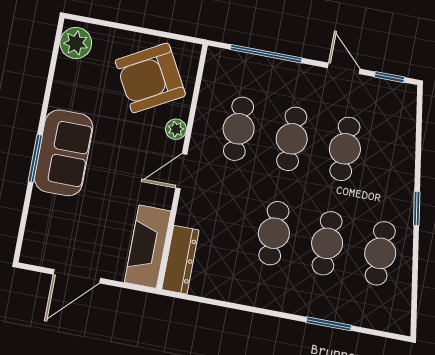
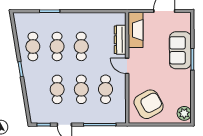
plant: (176, 129) -> (133, 84), removed
sofa: (64, 153) -> (180, 50), moved
door: (181, 171) -> (127, 66), swing flipped
dresser: (180, 260) -> (120, 40), moved

